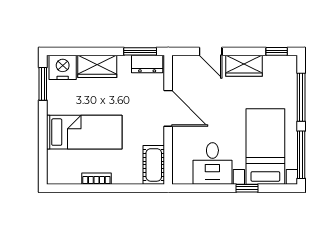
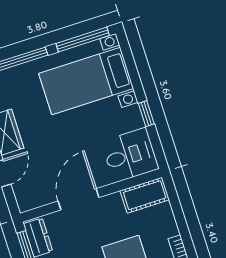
desk: (212, 163) -> (130, 155), moved
window: (247, 188) -> (146, 114), moved

